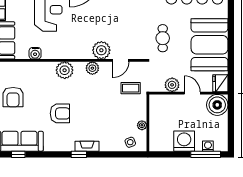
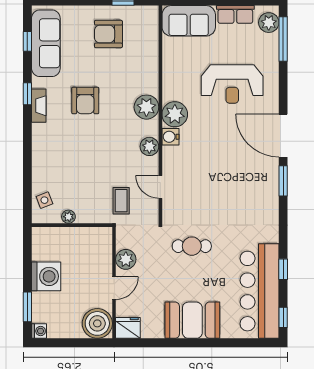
booth: (210, 45) -> (192, 320), width x0.73, depth x0.70
plant: (101, 50) -> (175, 114), moved
water cooler: (35, 53) -> (170, 137), moved
fireplace: (87, 146) -> (39, 106), moved
washing machine: (208, 146) -> (39, 331), moved
window: (79, 154) -> (27, 94), moved
window: (206, 154) -> (27, 307), width x0.69

